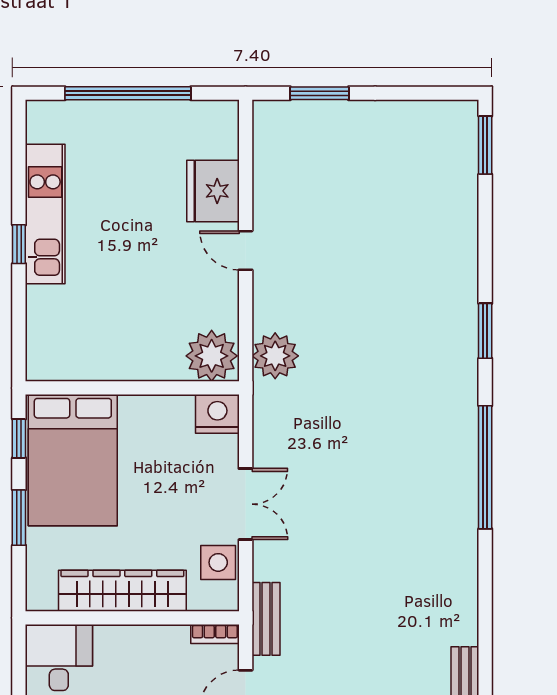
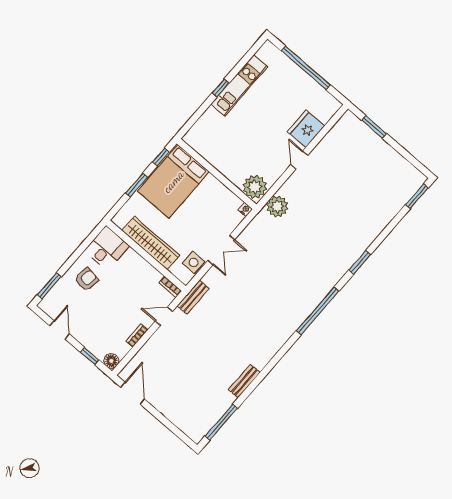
nightstand: (217, 414) -> (245, 209), width x0.53, depth x0.56

